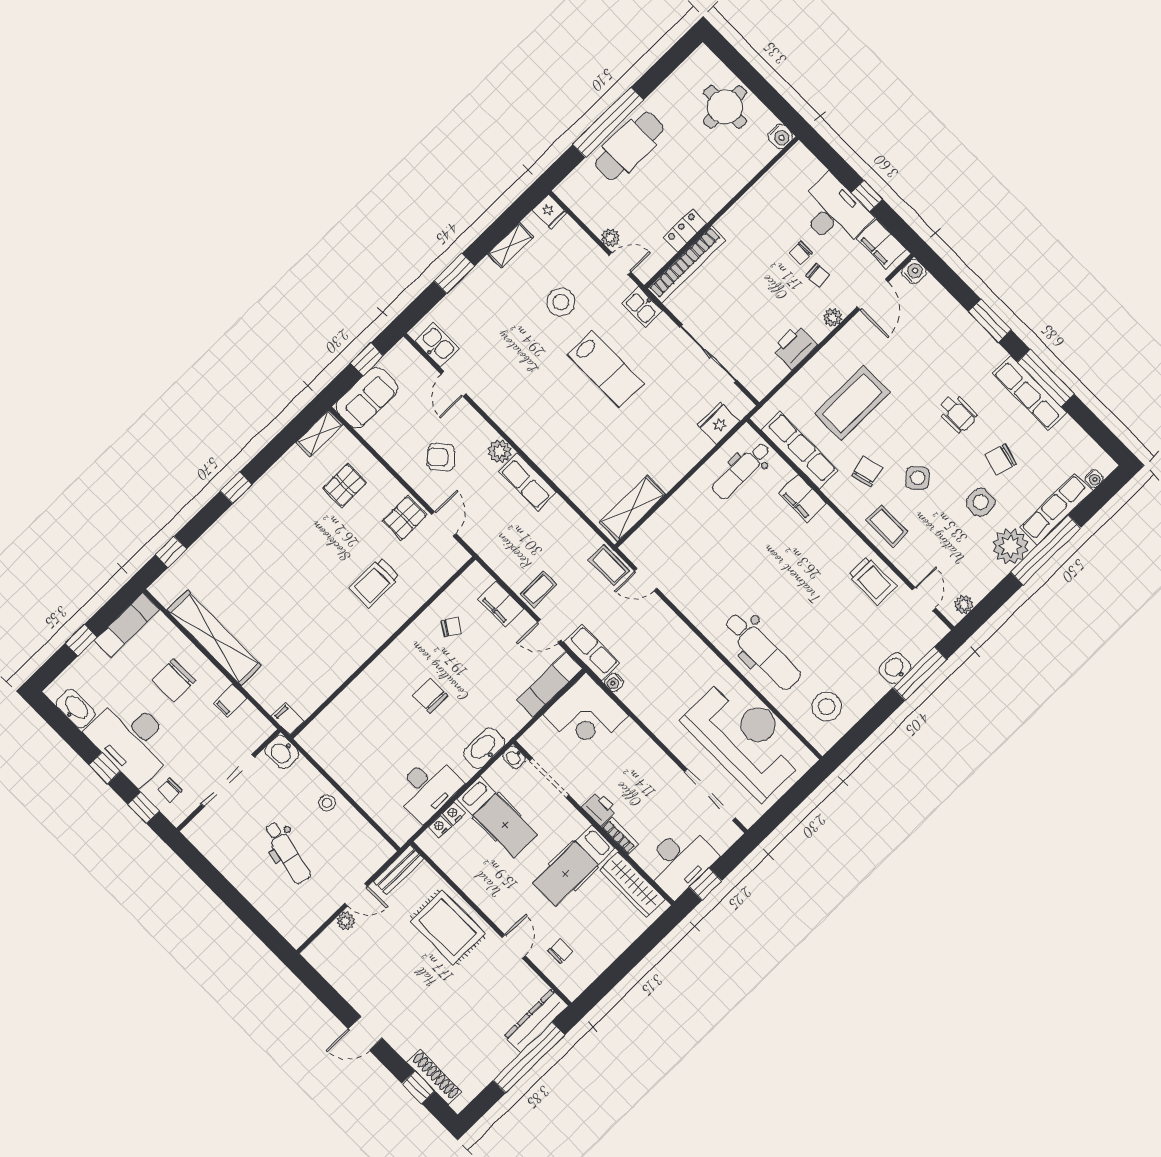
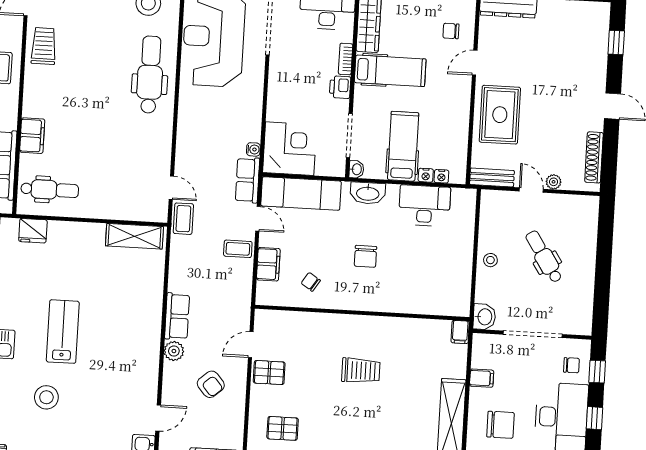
trolley: (374, 583) -> (361, 371), moved
exam couch: (550, 684) -> (301, 194), width x1.36, depth x1.45
dental chair: (287, 853) -> (544, 257), turned -46
shoe rack: (434, 1077) -> (594, 157), moved

